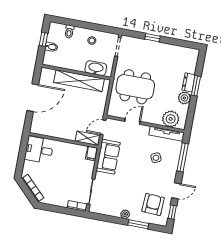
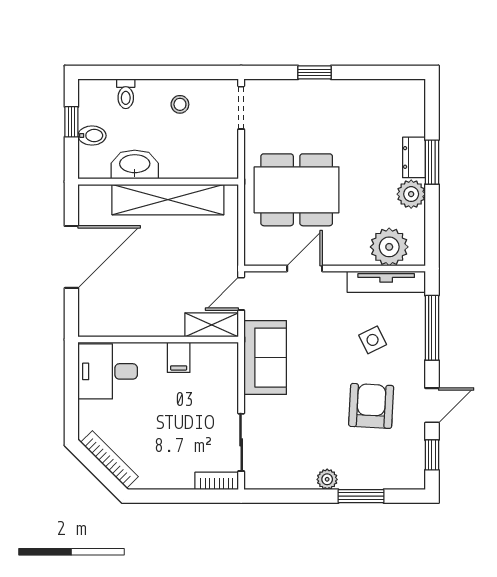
washbasin: (96, 68) -> (135, 165), moved
filing cabinet: (92, 153) -> (179, 357), moved
armchair: (153, 204) -> (371, 406), moved

